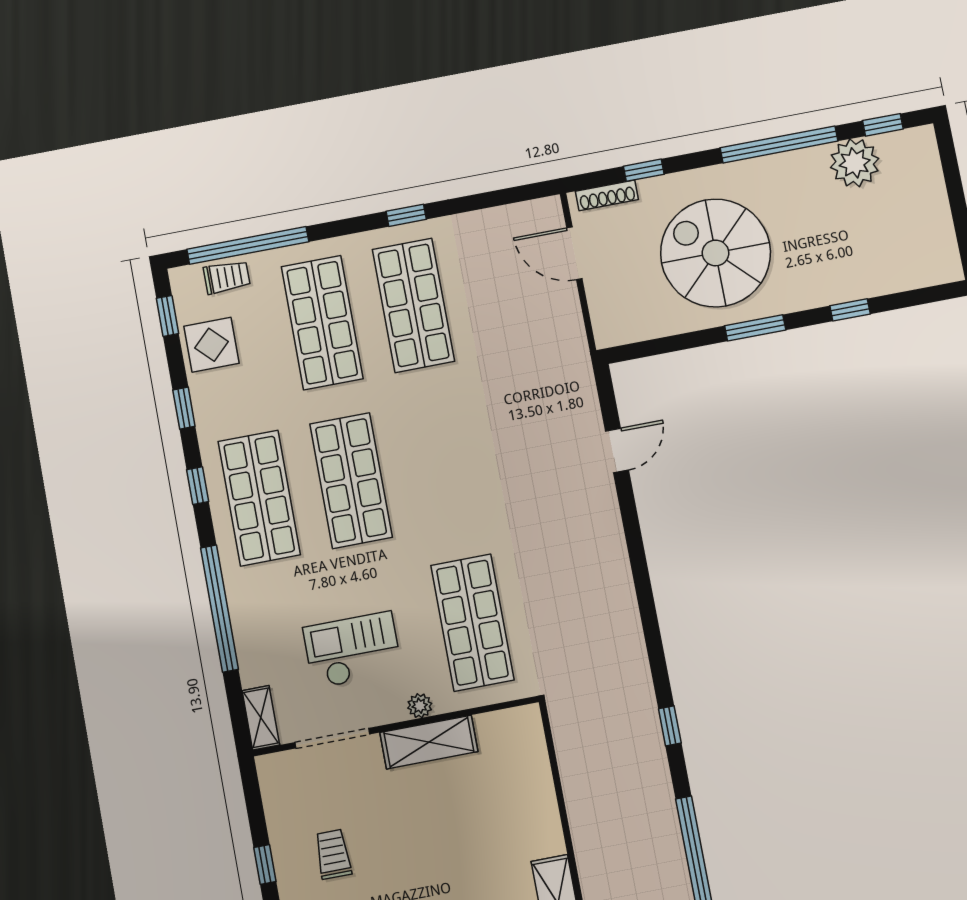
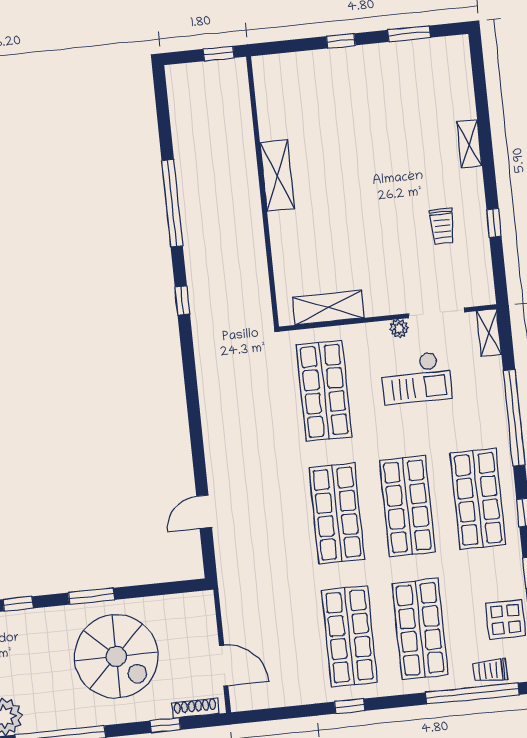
shop shelf: (443, 463) -> (337, 514), added
plant: (420, 706) -> (399, 328), moved
shelving: (429, 742) -> (328, 308), moved

